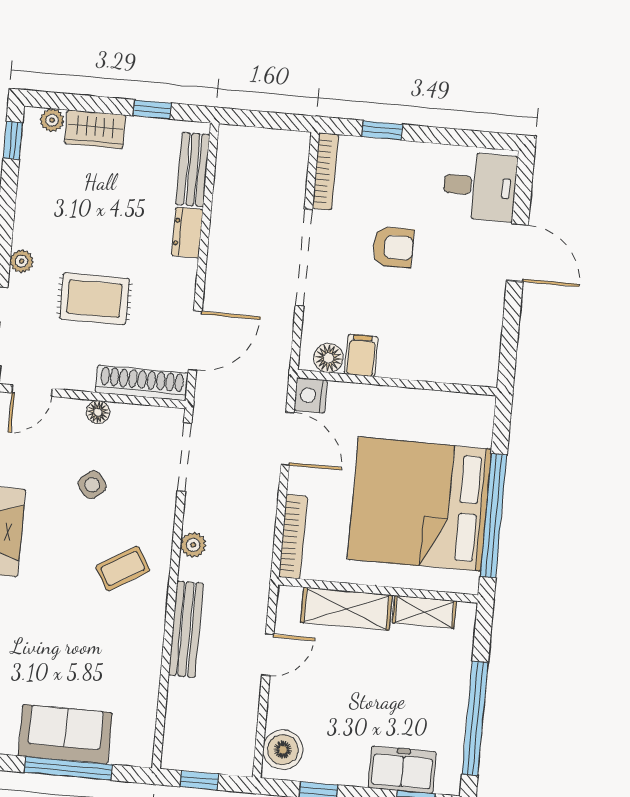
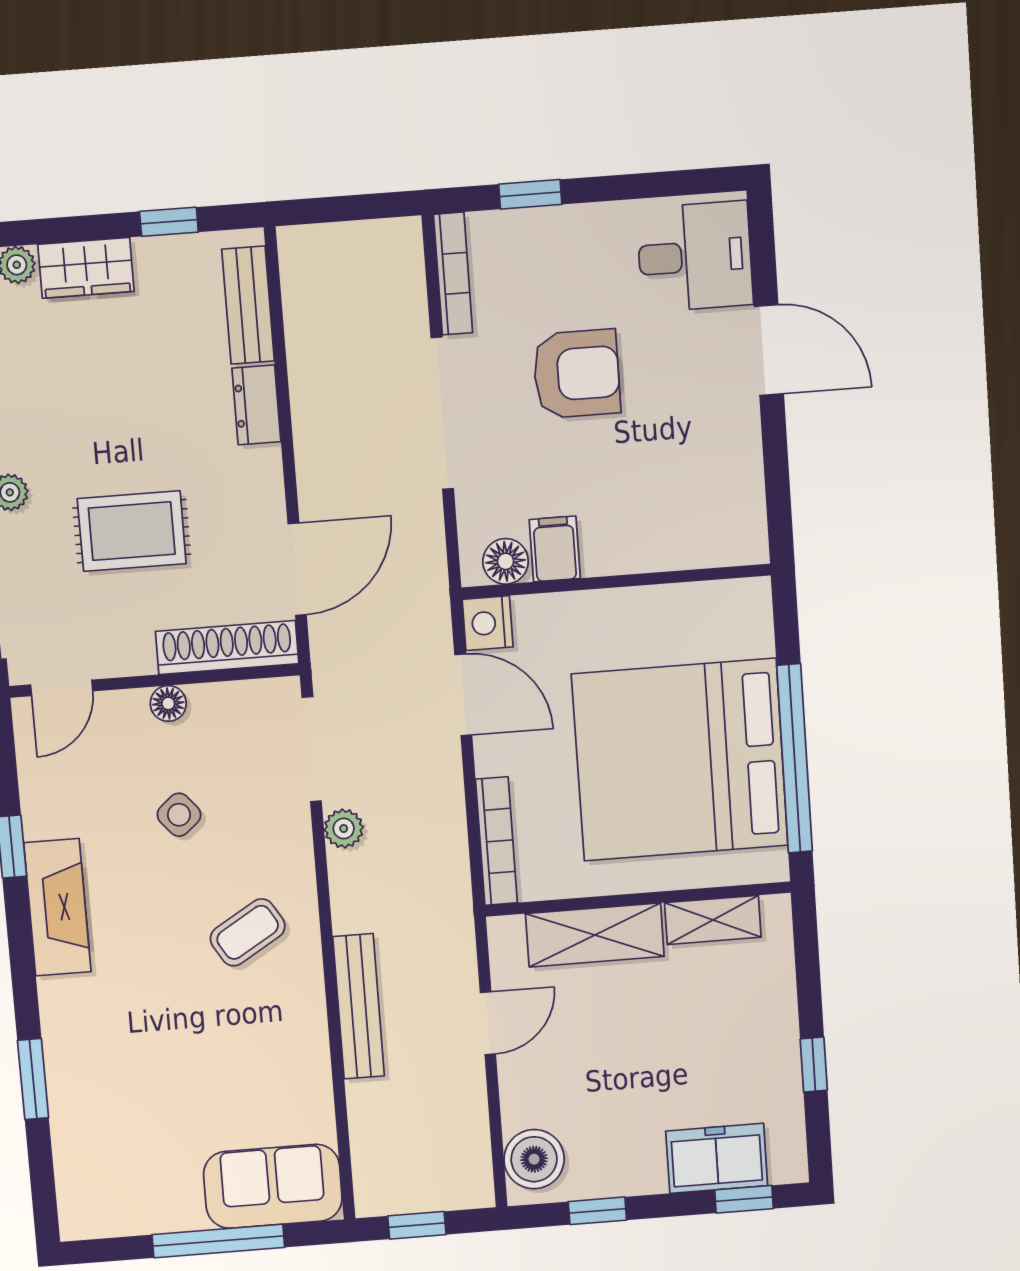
armchair: (393, 247) -> (577, 374), width x1.38, depth x1.38
plant: (193, 545) -> (344, 829), moved
window: (475, 718) -> (814, 1065), width x0.32
sofa: (65, 734) -> (273, 1186), moved

